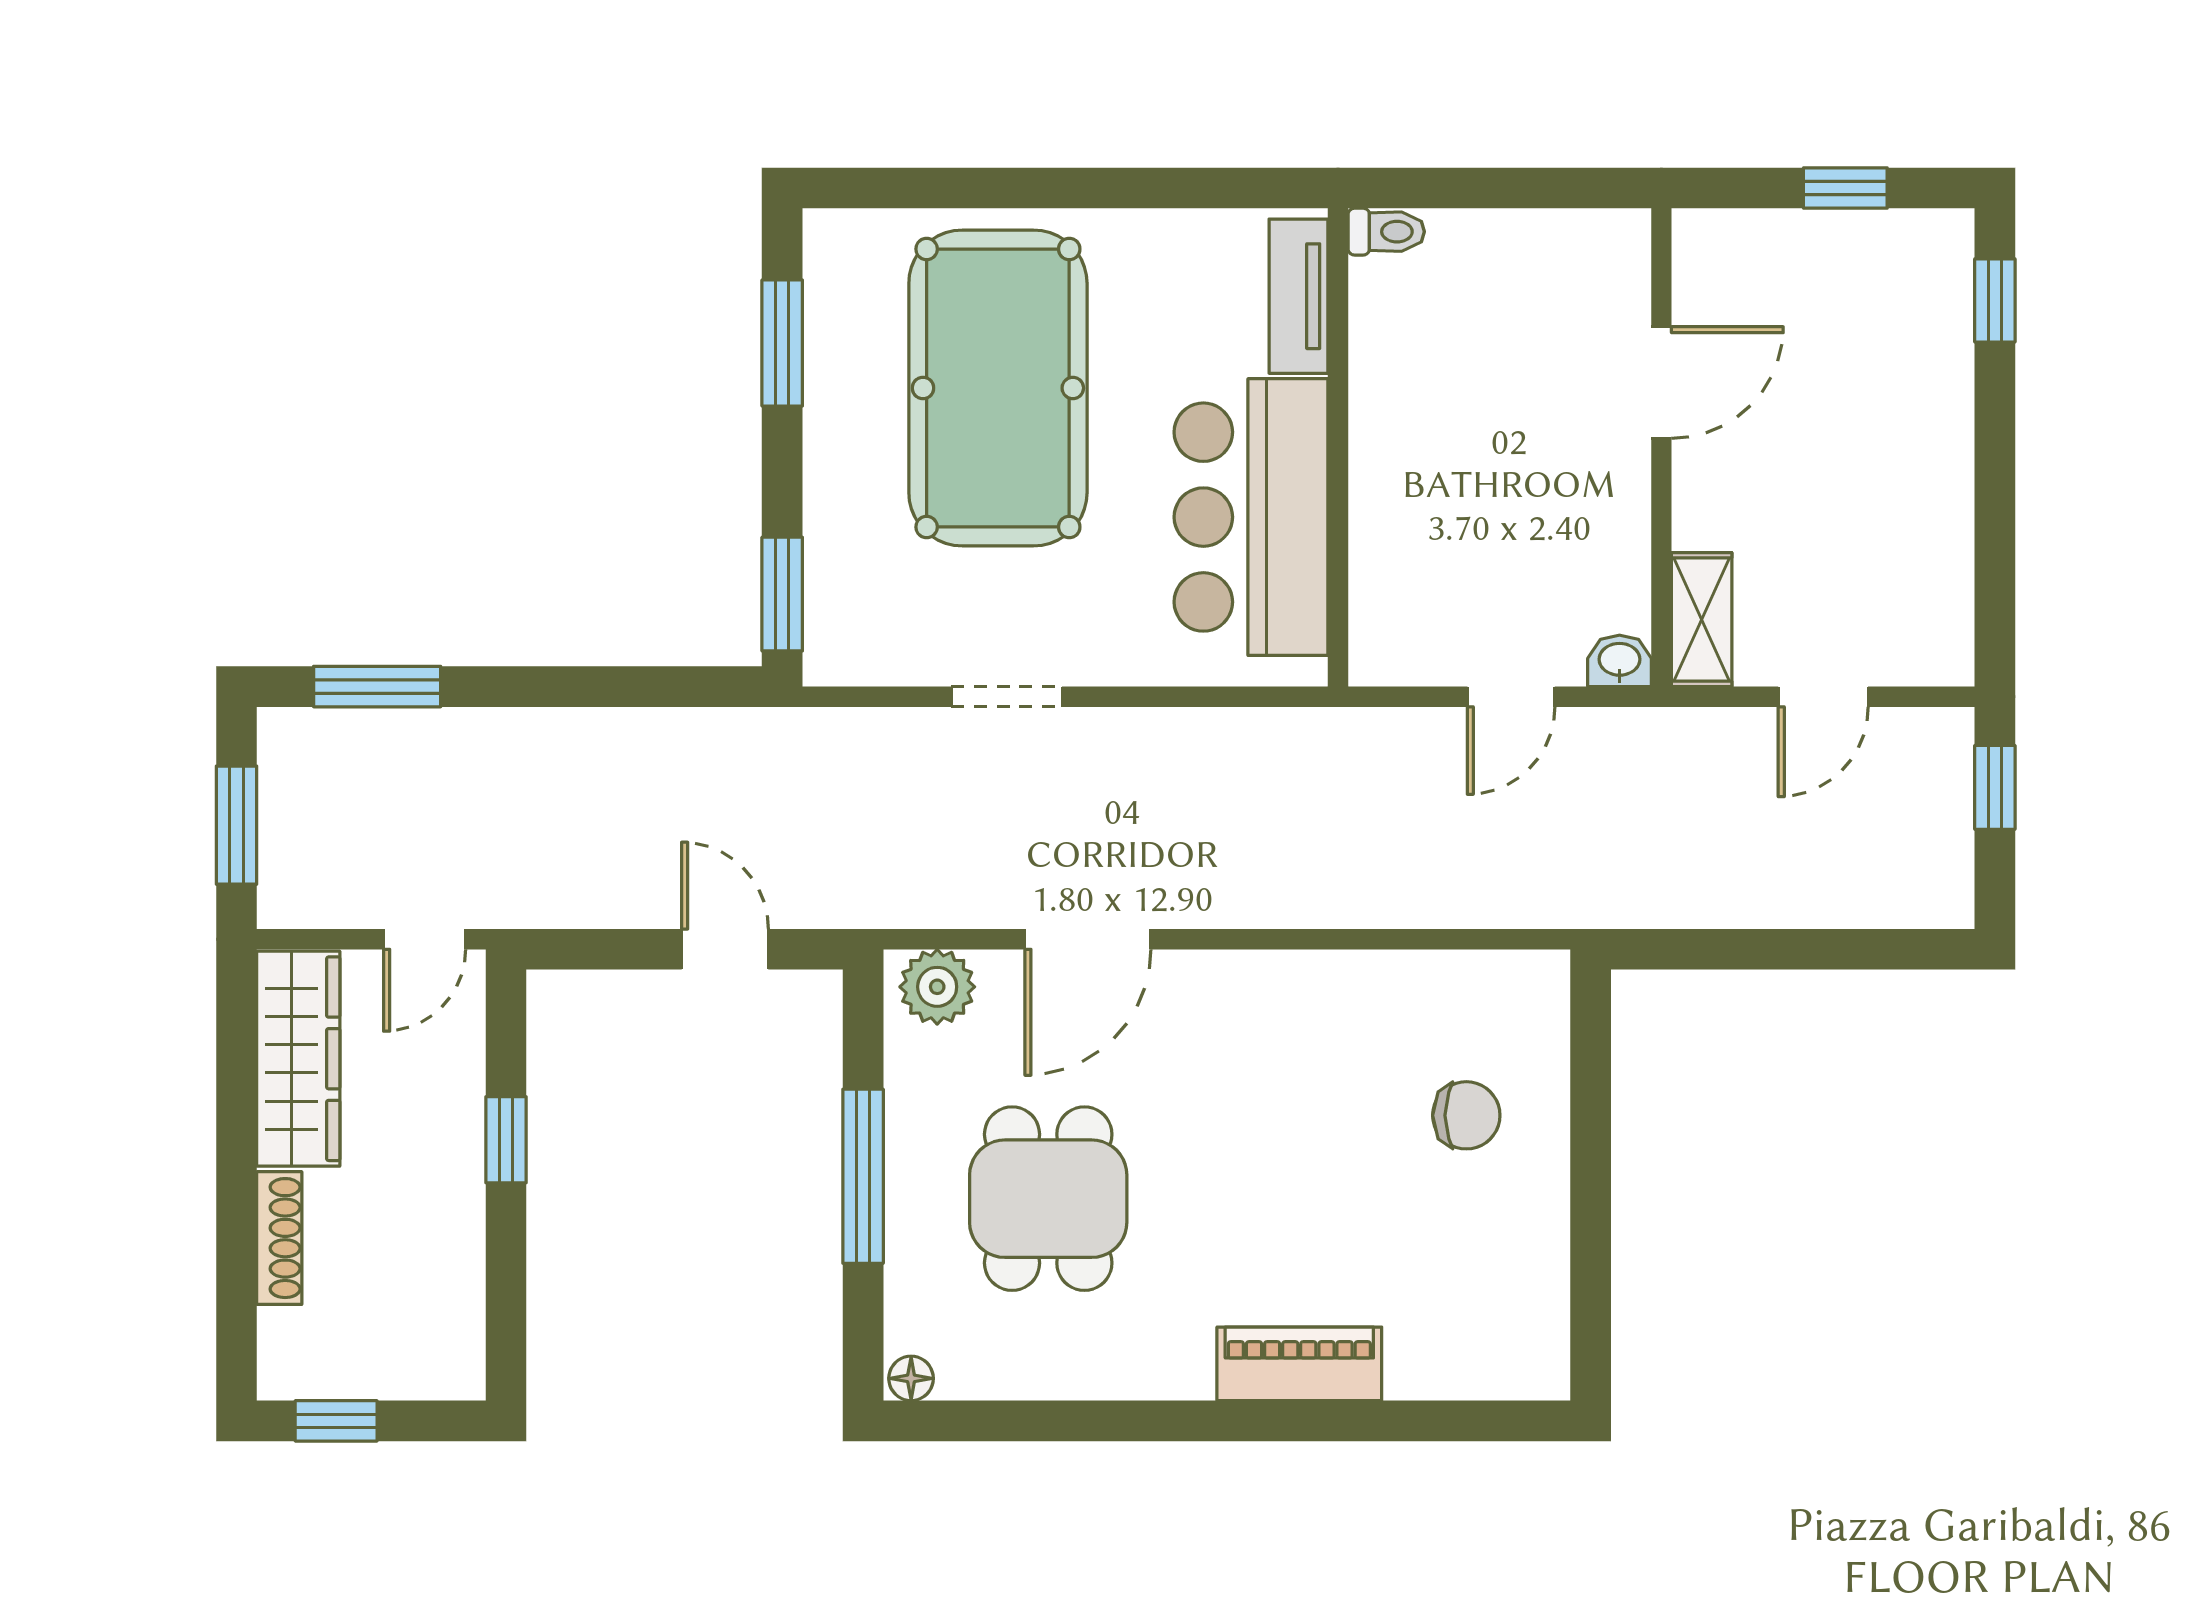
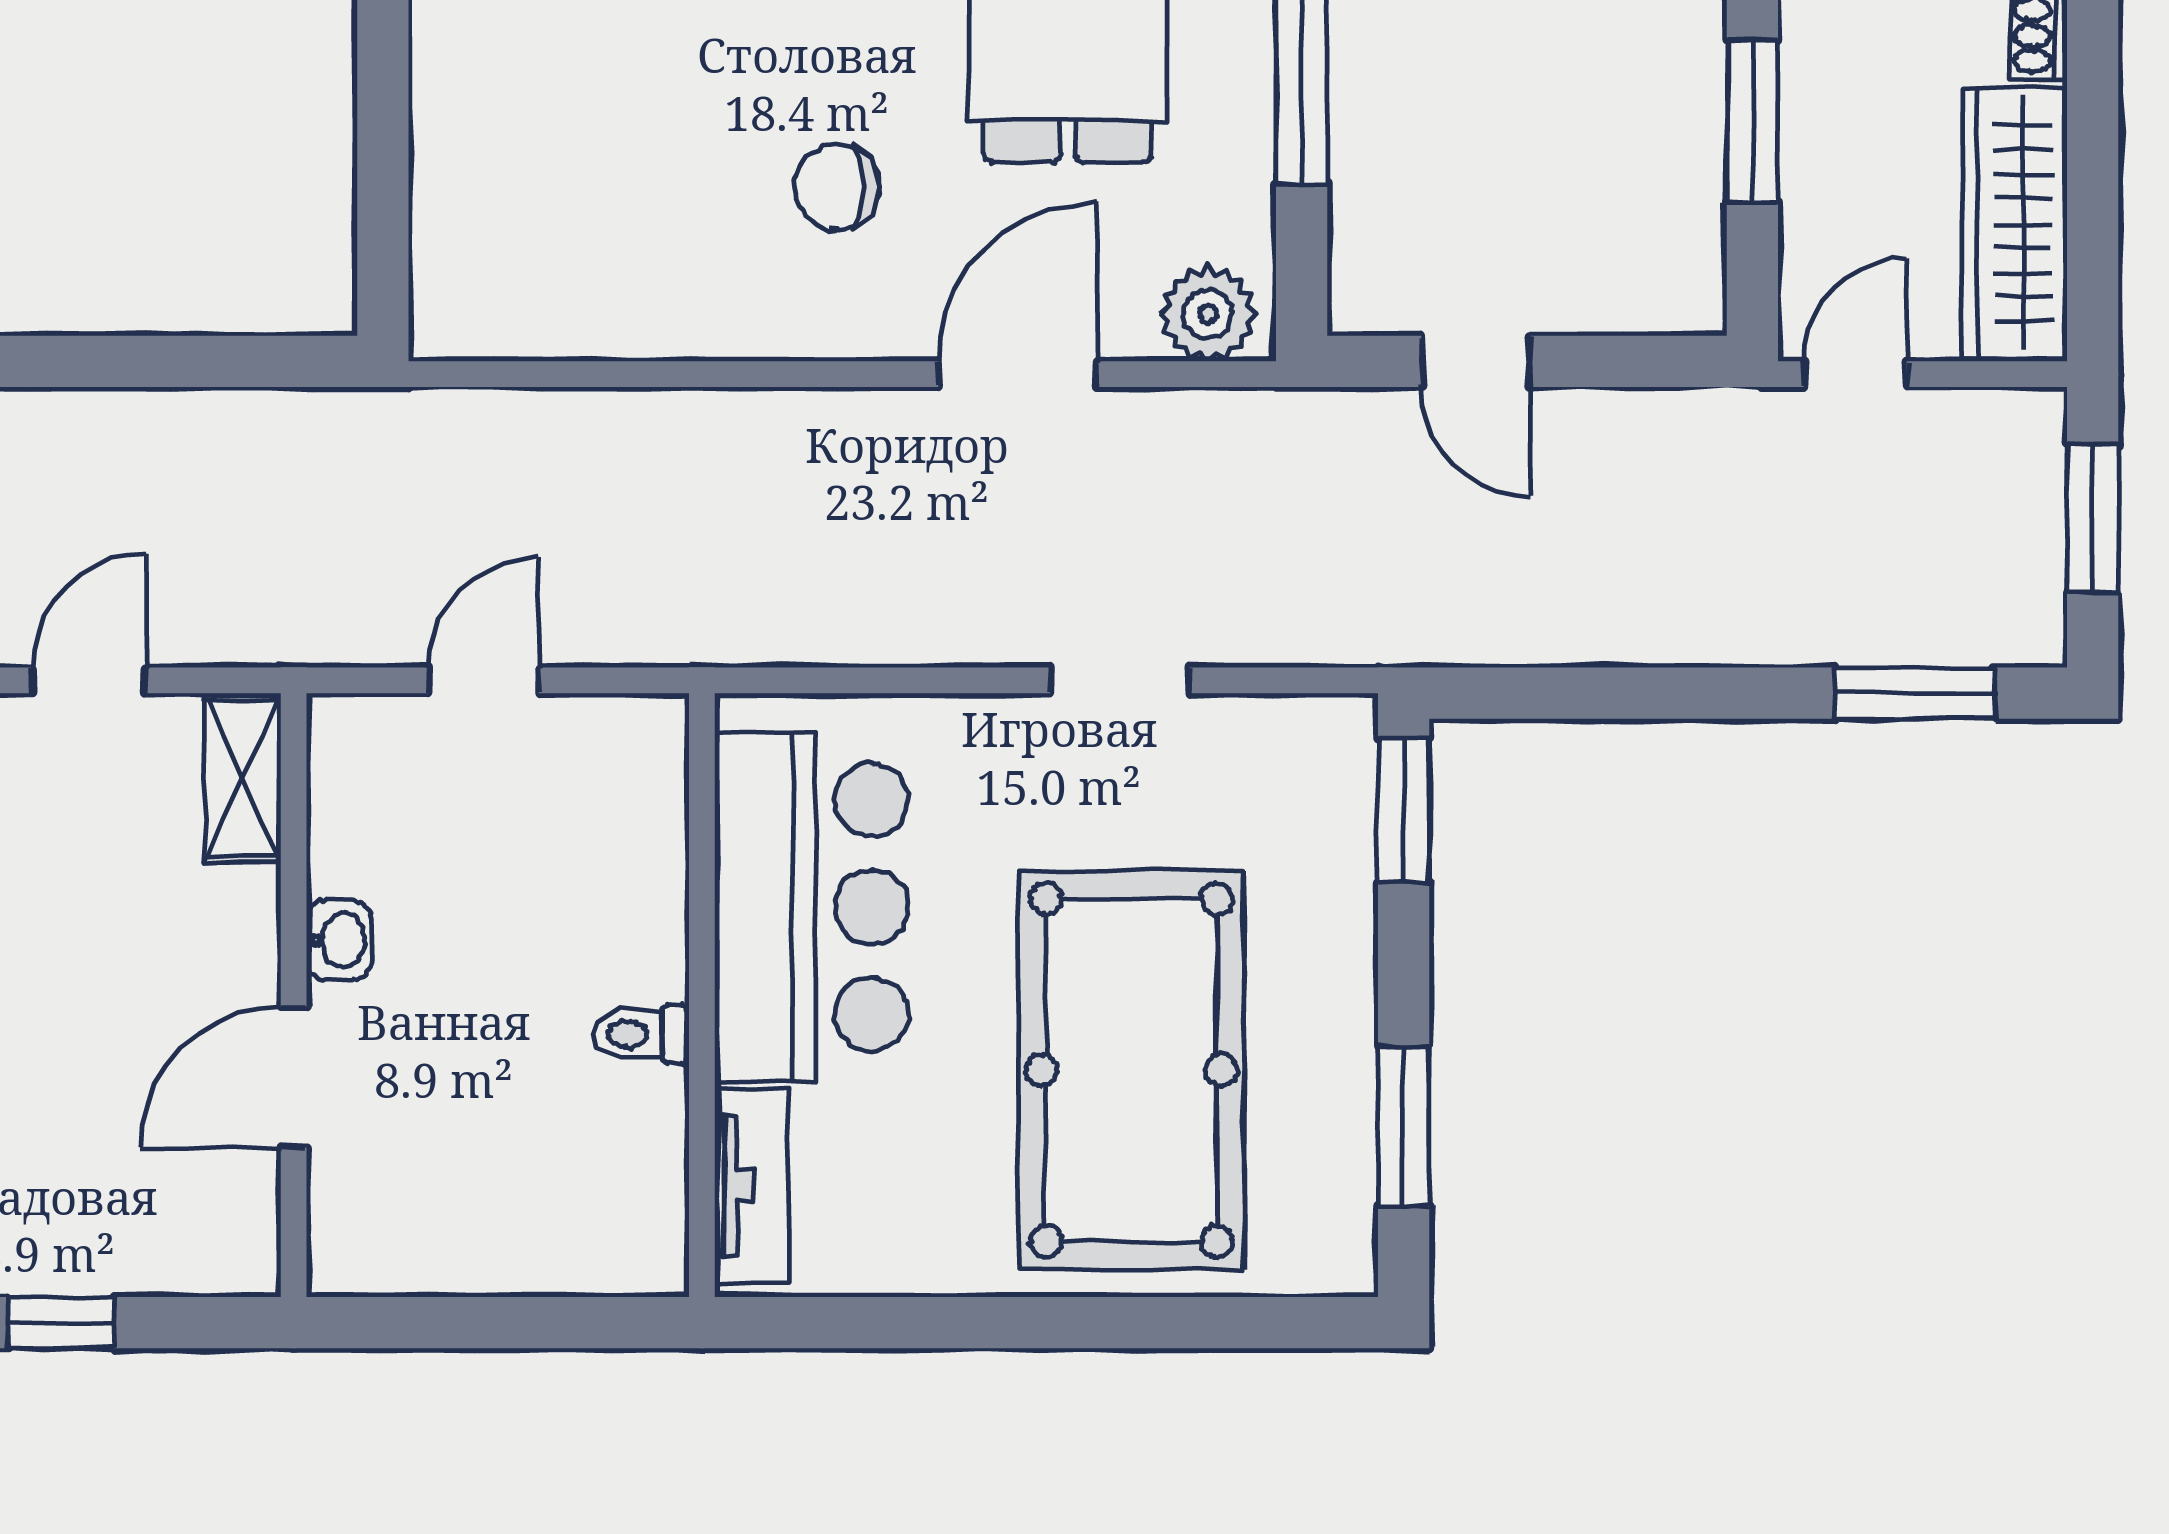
toilet: (1386, 232) -> (641, 1034), moved
washbasin: (1619, 661) -> (339, 940), moved, turned -90
chair: (1466, 1115) -> (837, 187), moved
window: (506, 1140) -> (1752, 121), width x1.50

